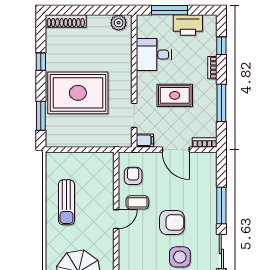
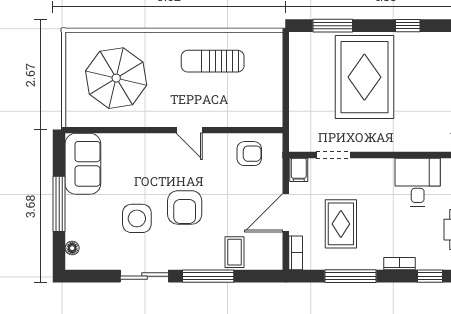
rug: (175, 95) -> (341, 224), moved
coffee table: (137, 202) -> (235, 252), moved

